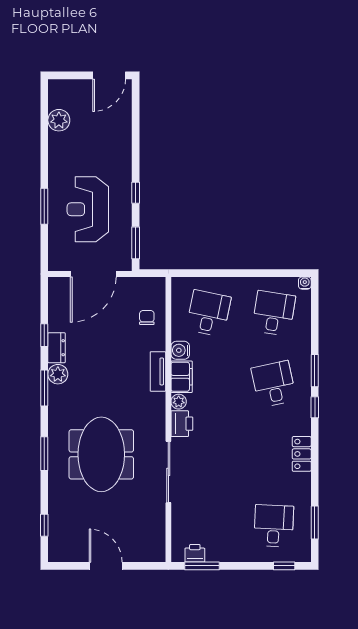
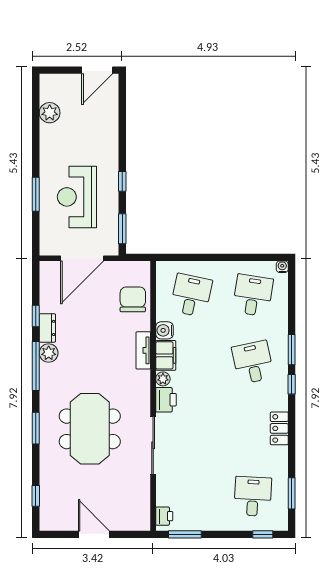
chair: (147, 318) -> (133, 299), width x1.87, depth x1.87
window: (44, 388) -> (36, 366), width x1.44
printer: (195, 553) -> (164, 516), moved, turned 90

